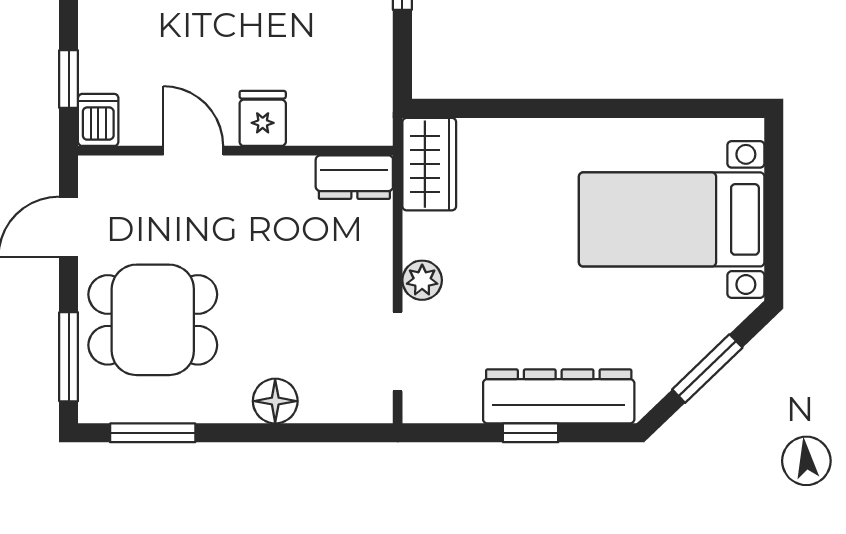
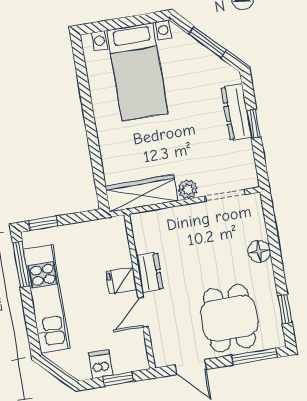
dishwasher: (98, 120) -> (101, 364), moved, turned 90
wardrobe: (429, 164) -> (142, 193), width x1.50
dresser: (354, 177) -> (150, 273), moved
dresser: (559, 396) -> (236, 112), width x0.73, depth x0.80
window: (153, 433) -> (285, 309), width x0.67

